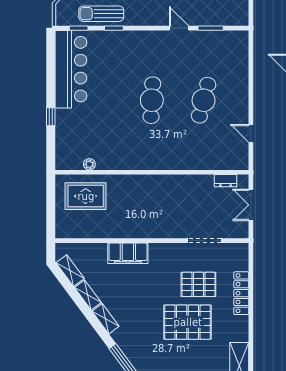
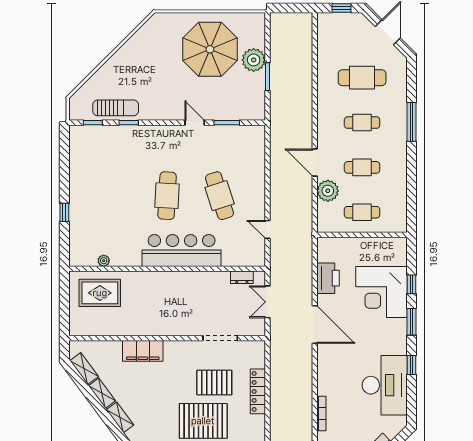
sun lounger: (101, 14) -> (116, 108), turned 180
bar counter: (71, 69) -> (182, 251), moved, turned -90
cafe table: (204, 100) -> (220, 196), turned -33

